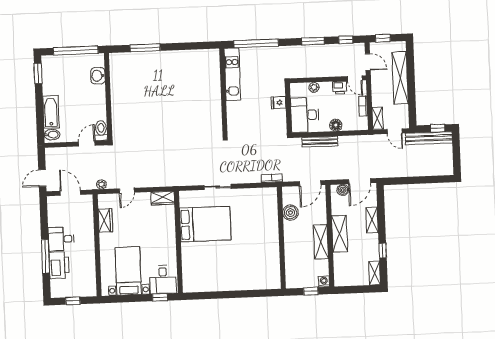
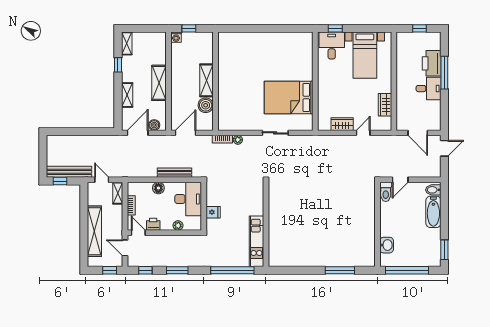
plant: (101, 184) -> (238, 140), moved
wardrobe: (163, 198) -> (342, 124), moved
shelving: (321, 242) -> (206, 80), moved

